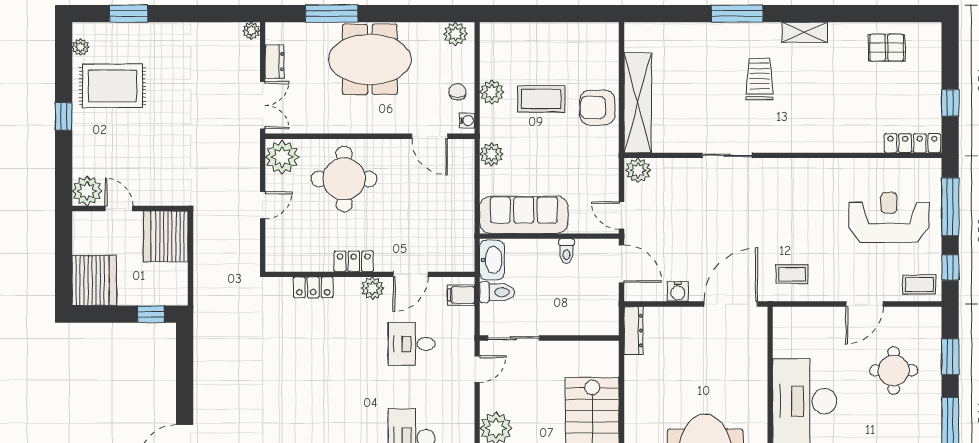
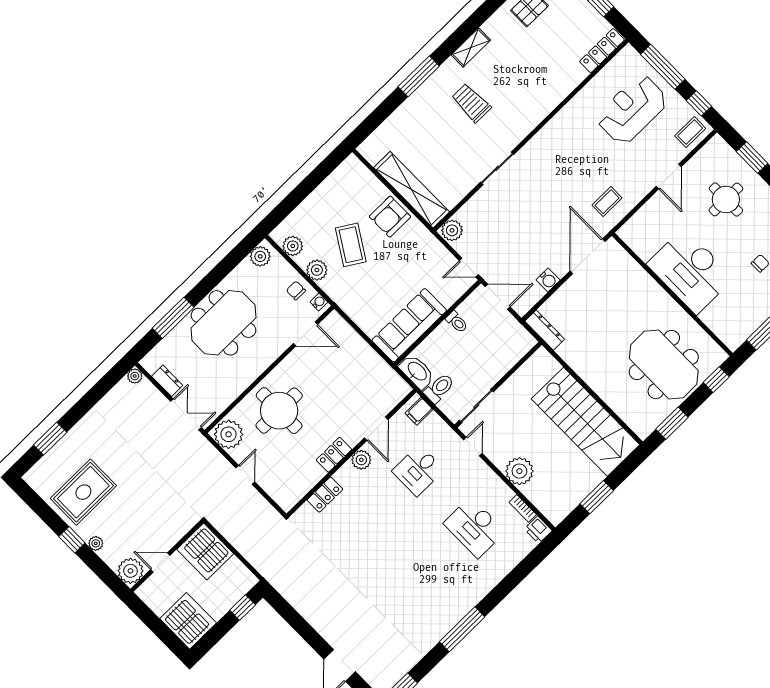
plant: (80, 47) -> (96, 543), moved
coffee table: (541, 99) -> (351, 245), turned -58
plant: (491, 154) -> (293, 246), moved

